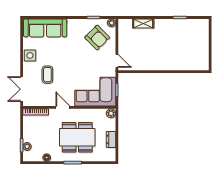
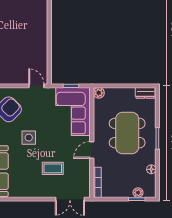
side table: (30, 55) -> (29, 138), moved
door: (117, 61) -> (36, 86), hinge flipped
dresser: (111, 139) -> (145, 93), moved

